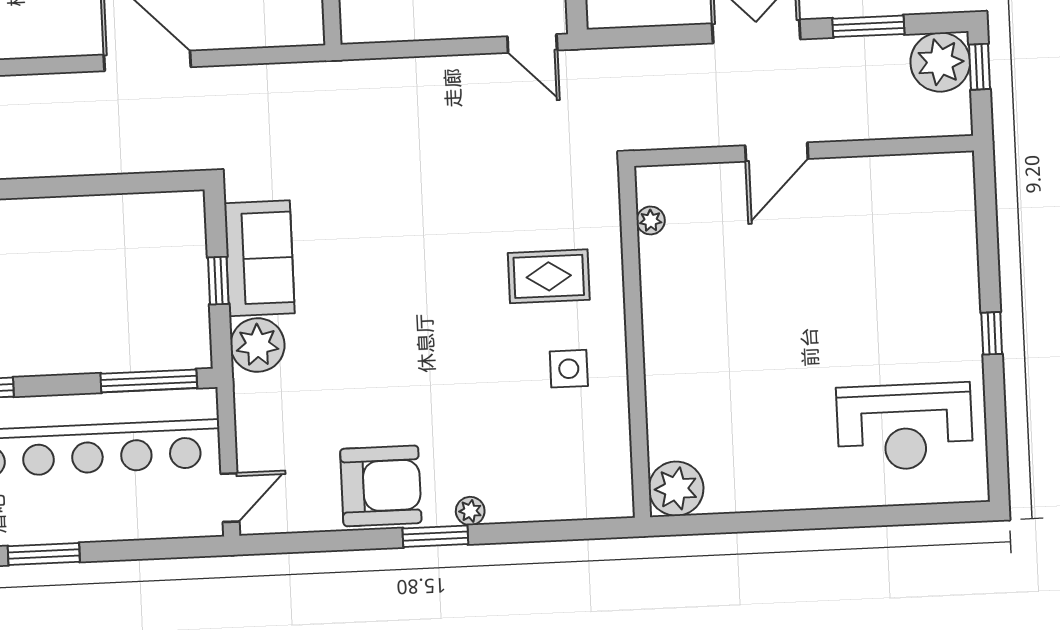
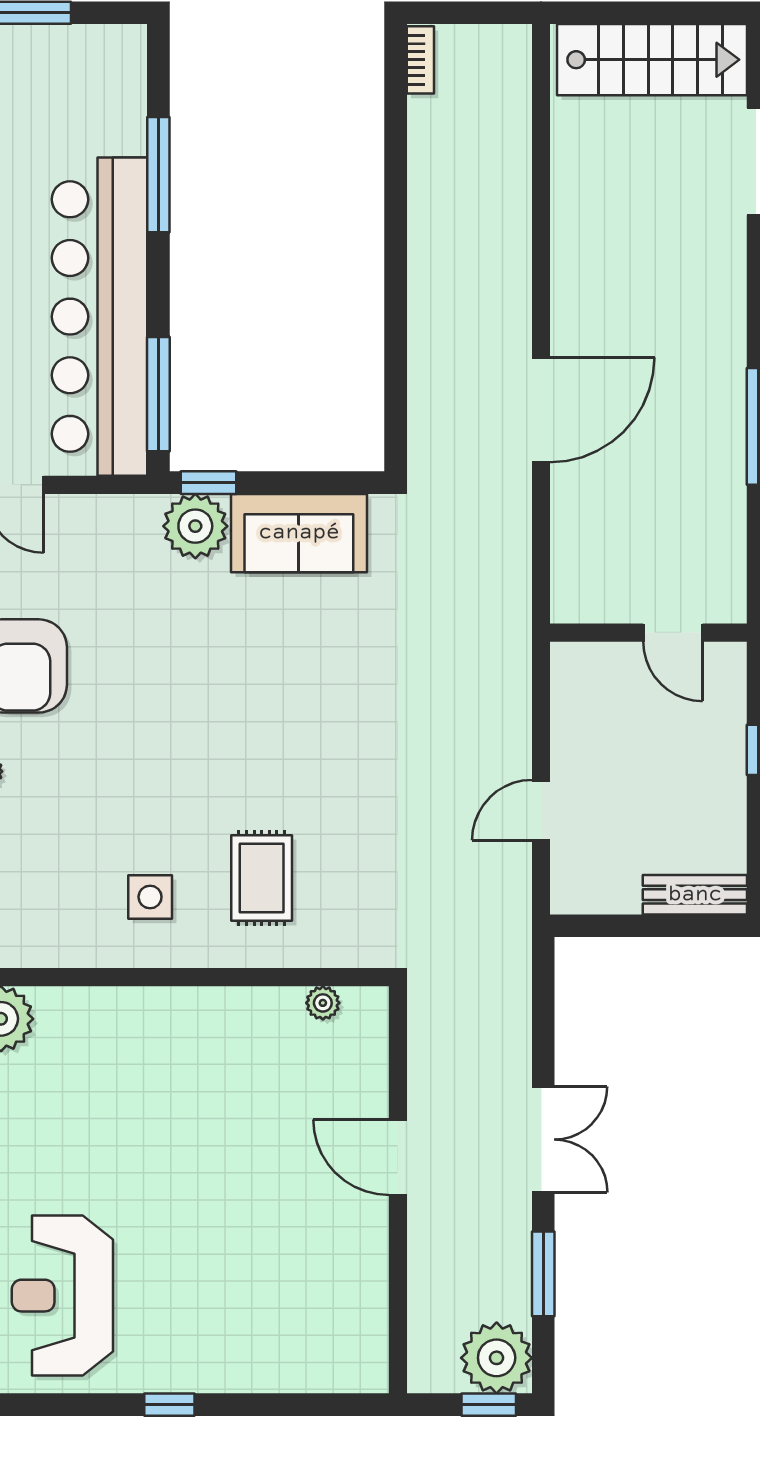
door: (532, 43) -> (541, 810), moved
window: (218, 281) -> (209, 483), moved

